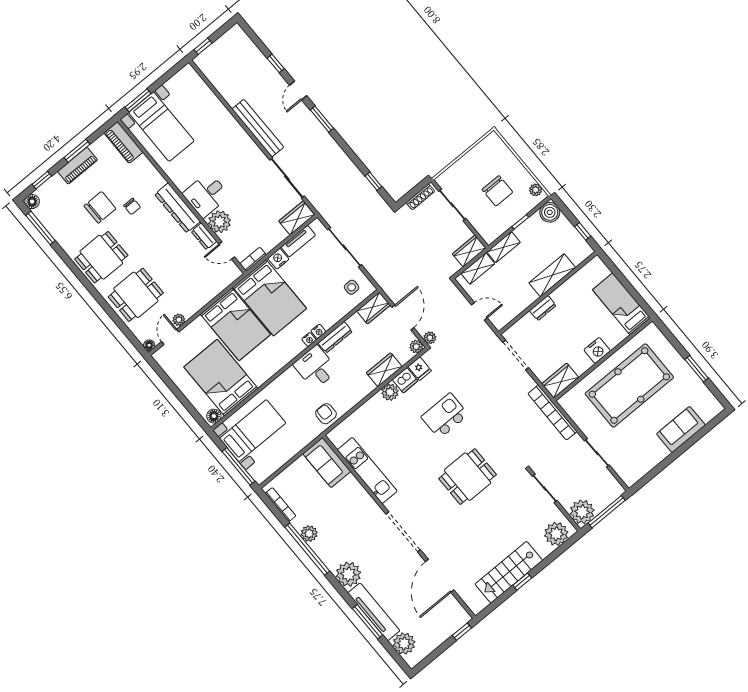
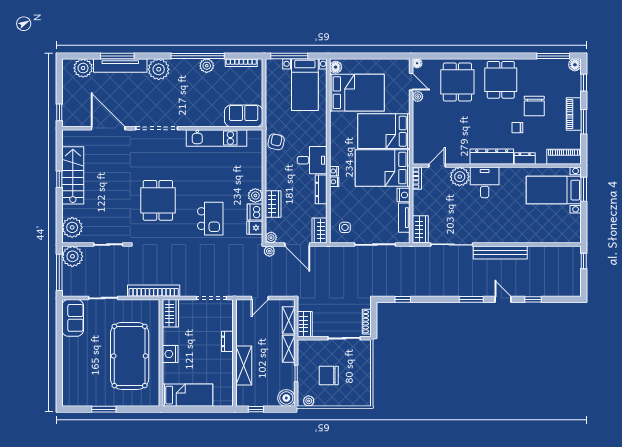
dresser: (204, 236) -> (525, 158), moved
armchair: (326, 414) -> (276, 142), turned -78
sofa: (681, 430) -> (73, 318), moved

